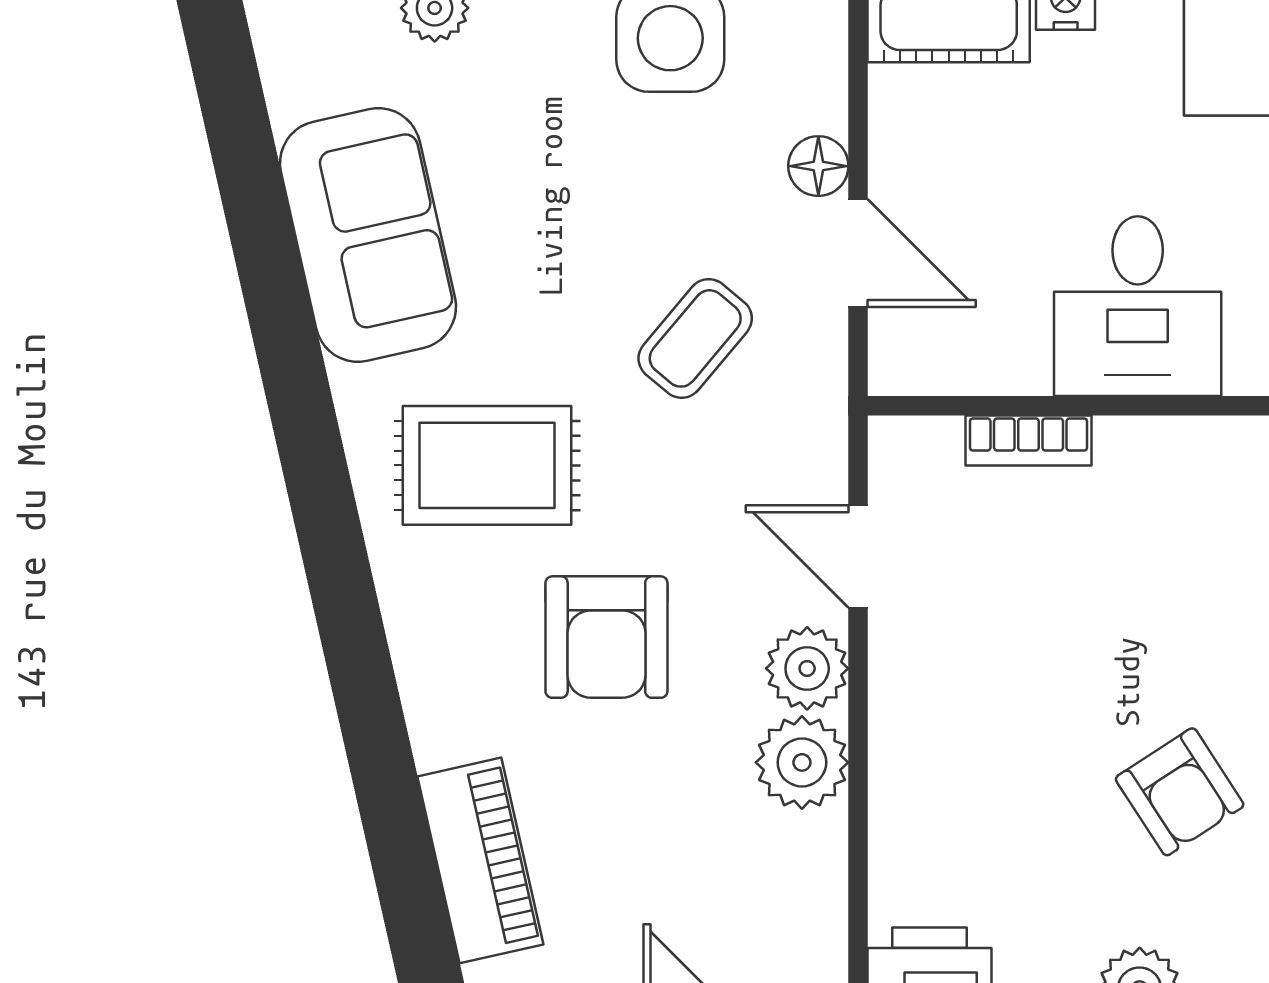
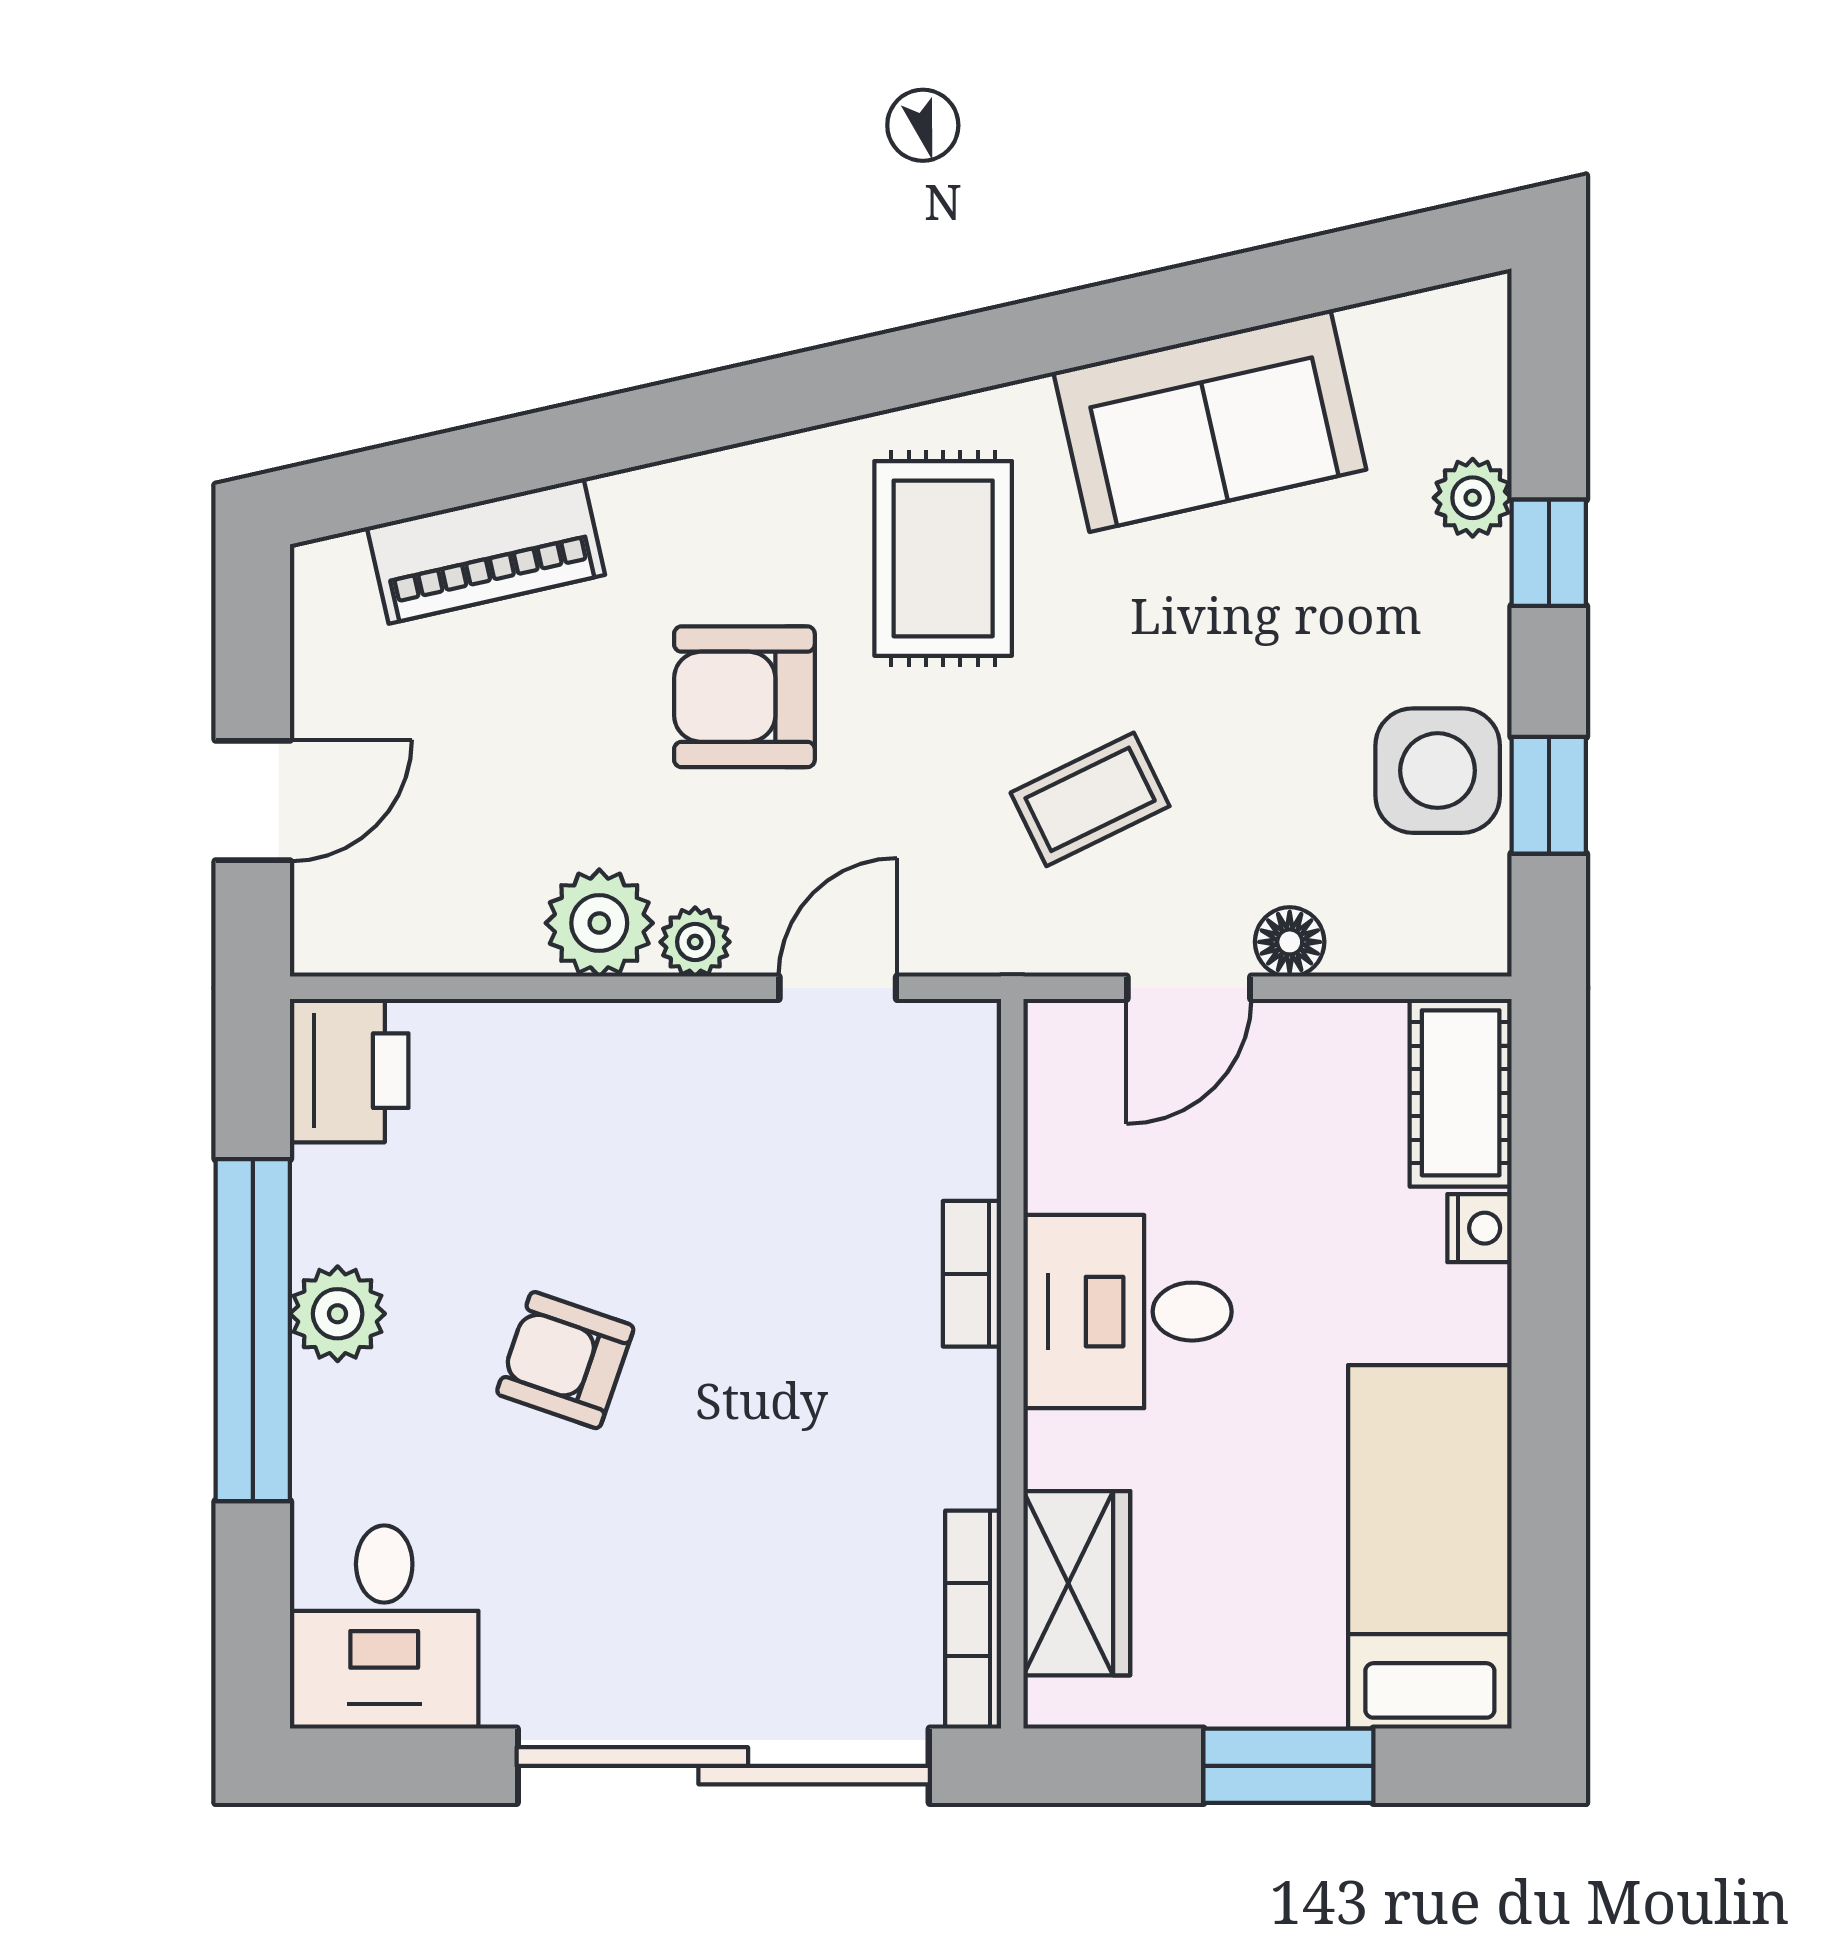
coffee table: (695, 338) -> (1090, 799), turned -66
bookcase: (1028, 441) -> (972, 1274), moved
plant: (807, 668) -> (695, 942), width x0.73, depth x0.73
armchair: (1180, 792) -> (565, 1360), turned 52

